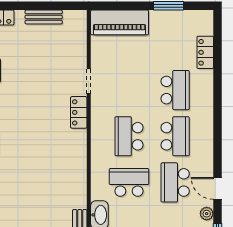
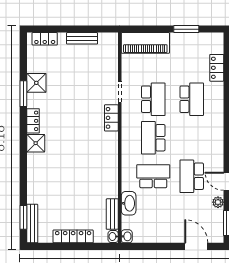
school desk: (175, 136) -> (153, 99), moved

